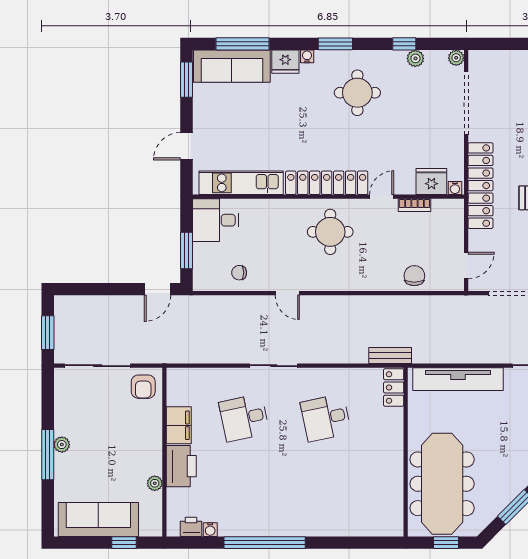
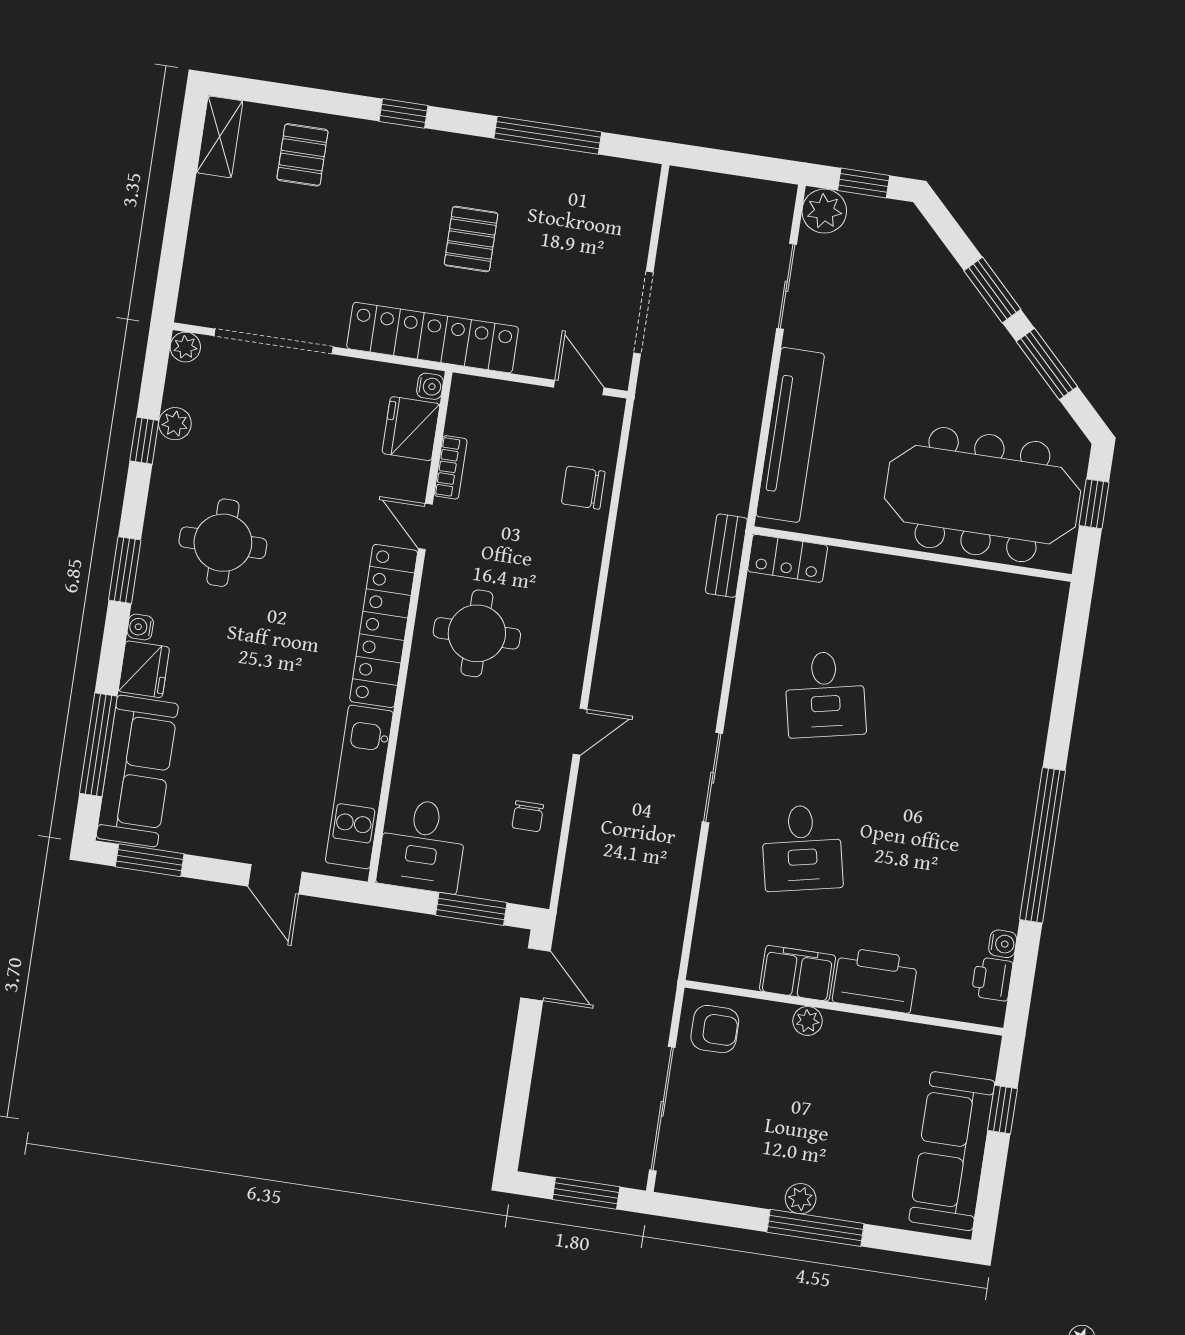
plant: (155, 483) -> (808, 1021), moved

